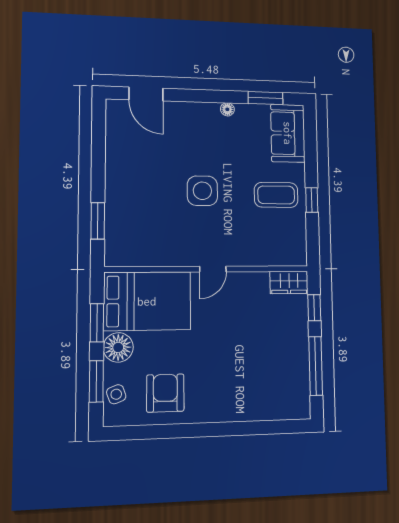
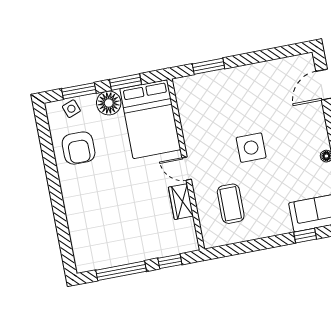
coffee table: (276, 195) -> (231, 204), moved
window: (312, 200) -> (305, 236), moved
wardrobe: (289, 282) -> (181, 202), moved
armchair: (165, 393) -> (79, 148), turned 90

